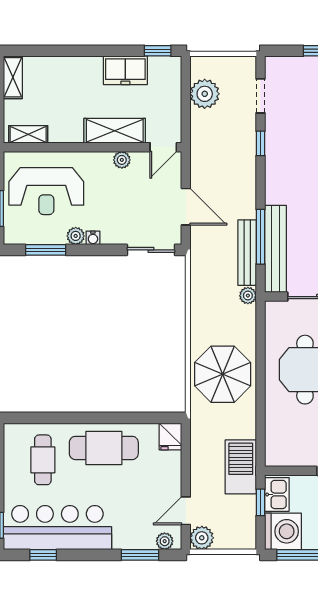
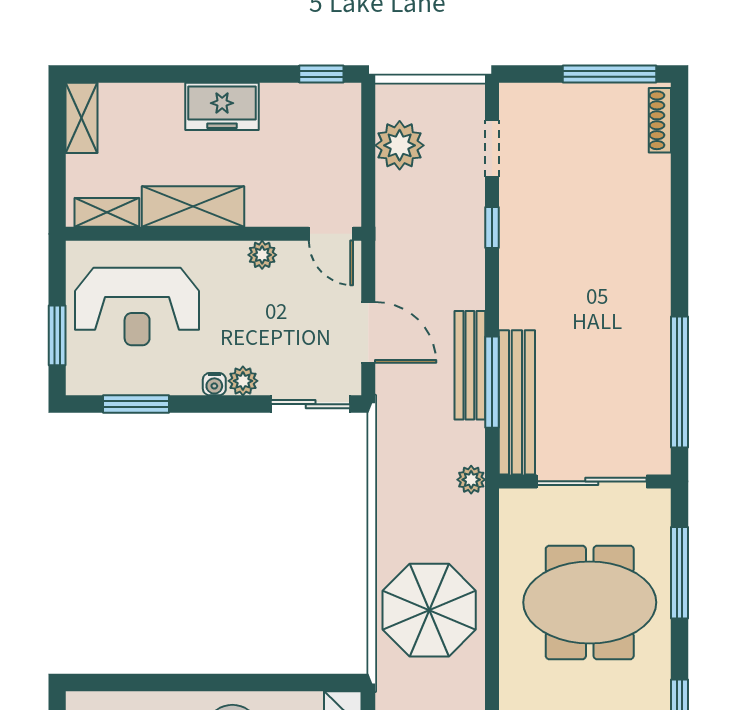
freezer: (125, 70) -> (222, 106), moved
shelving: (115, 131) -> (193, 207), moved
door: (163, 147) -> (331, 234), hinge flipped
plant: (76, 236) -> (243, 381), moved
bench: (247, 253) -> (470, 365), moved

